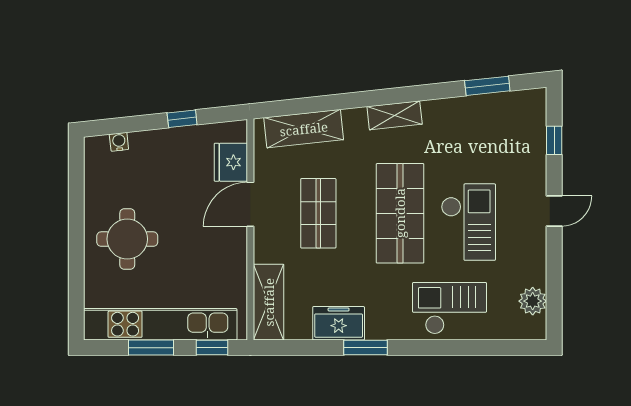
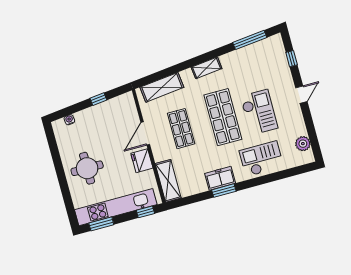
window: (487, 86) -> (250, 40), width x1.44
fridge: (231, 162) -> (142, 161), moved
freezer: (339, 323) -> (220, 178), moved
window: (151, 348) -> (101, 224), moved

